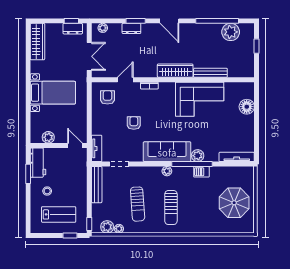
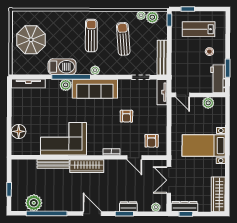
dresser: (73, 29) -> (185, 207), width x1.44
door: (125, 80) -> (134, 158), hinge flipped
barbecue: (201, 172) -> (62, 67), width x1.88, depth x1.53

